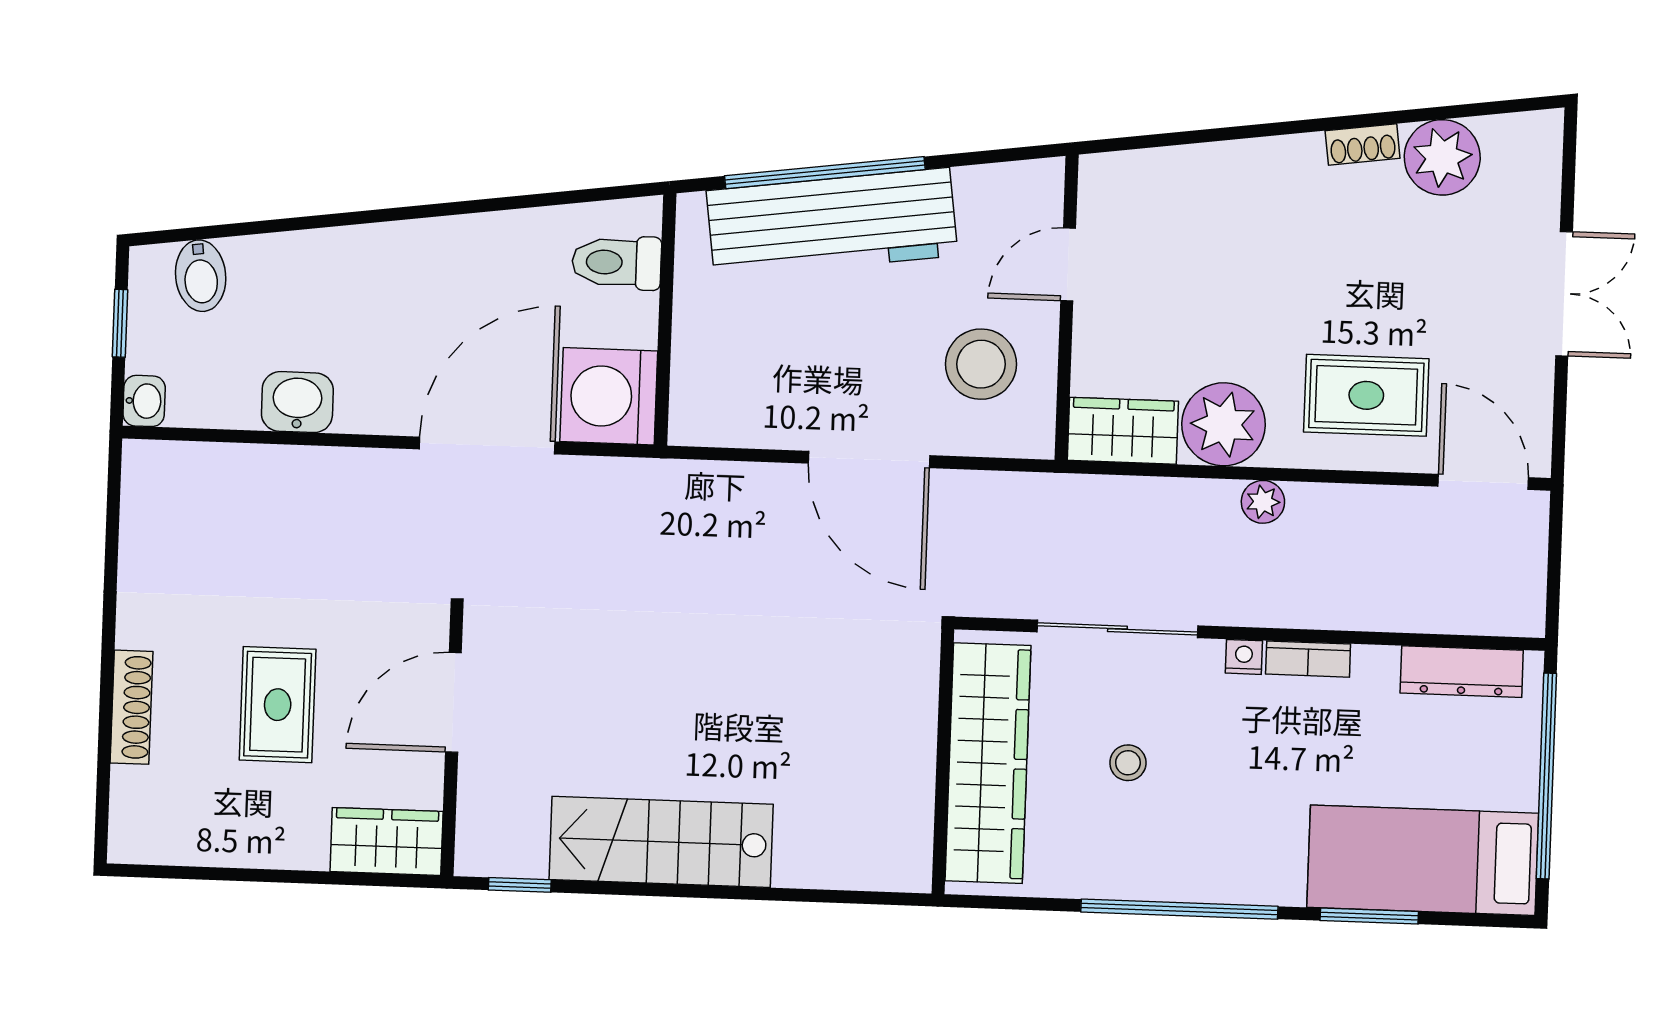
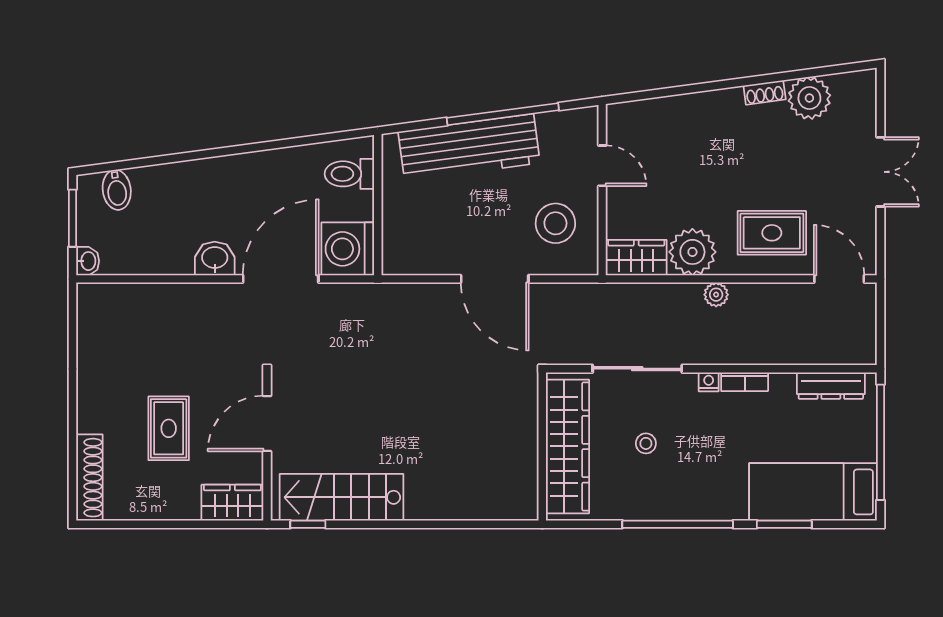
window: (825, 173) -> (503, 114), moved
door: (1068, 264) -> (602, 166), swing flipped
window: (120, 323) -> (73, 218), width x1.50
washbasin: (297, 402) -> (215, 259), moved
shoe rack: (132, 707) -> (89, 478), moved, width x1.36, depth x1.24
stairs: (661, 842) -> (341, 497), moved

